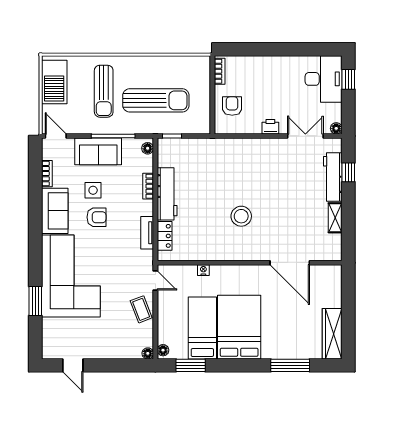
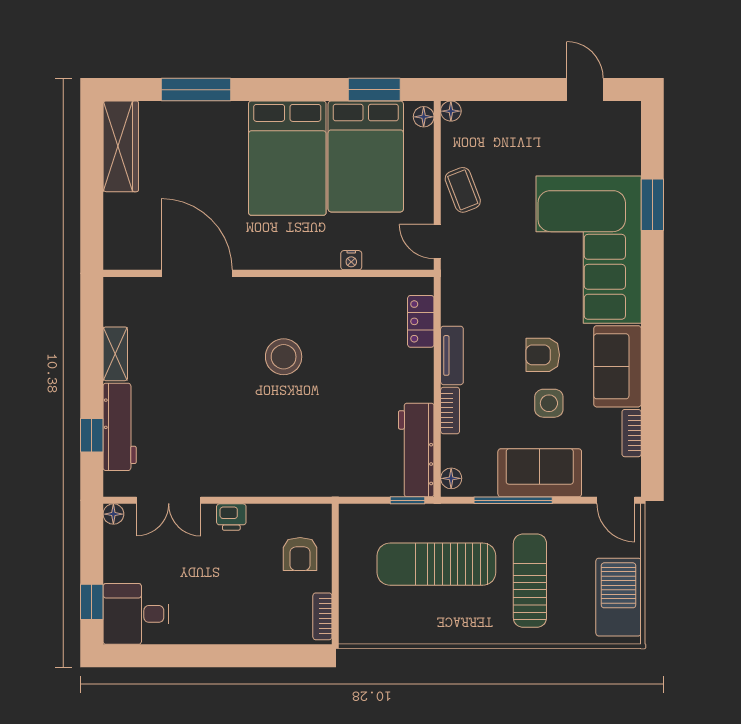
desk: (324, 79) -> (136, 614), width x0.73
workbench: (167, 194) -> (416, 450), moved
tv unit: (147, 233) -> (452, 355), moved
bed: (202, 328) -> (366, 156), width x1.50

